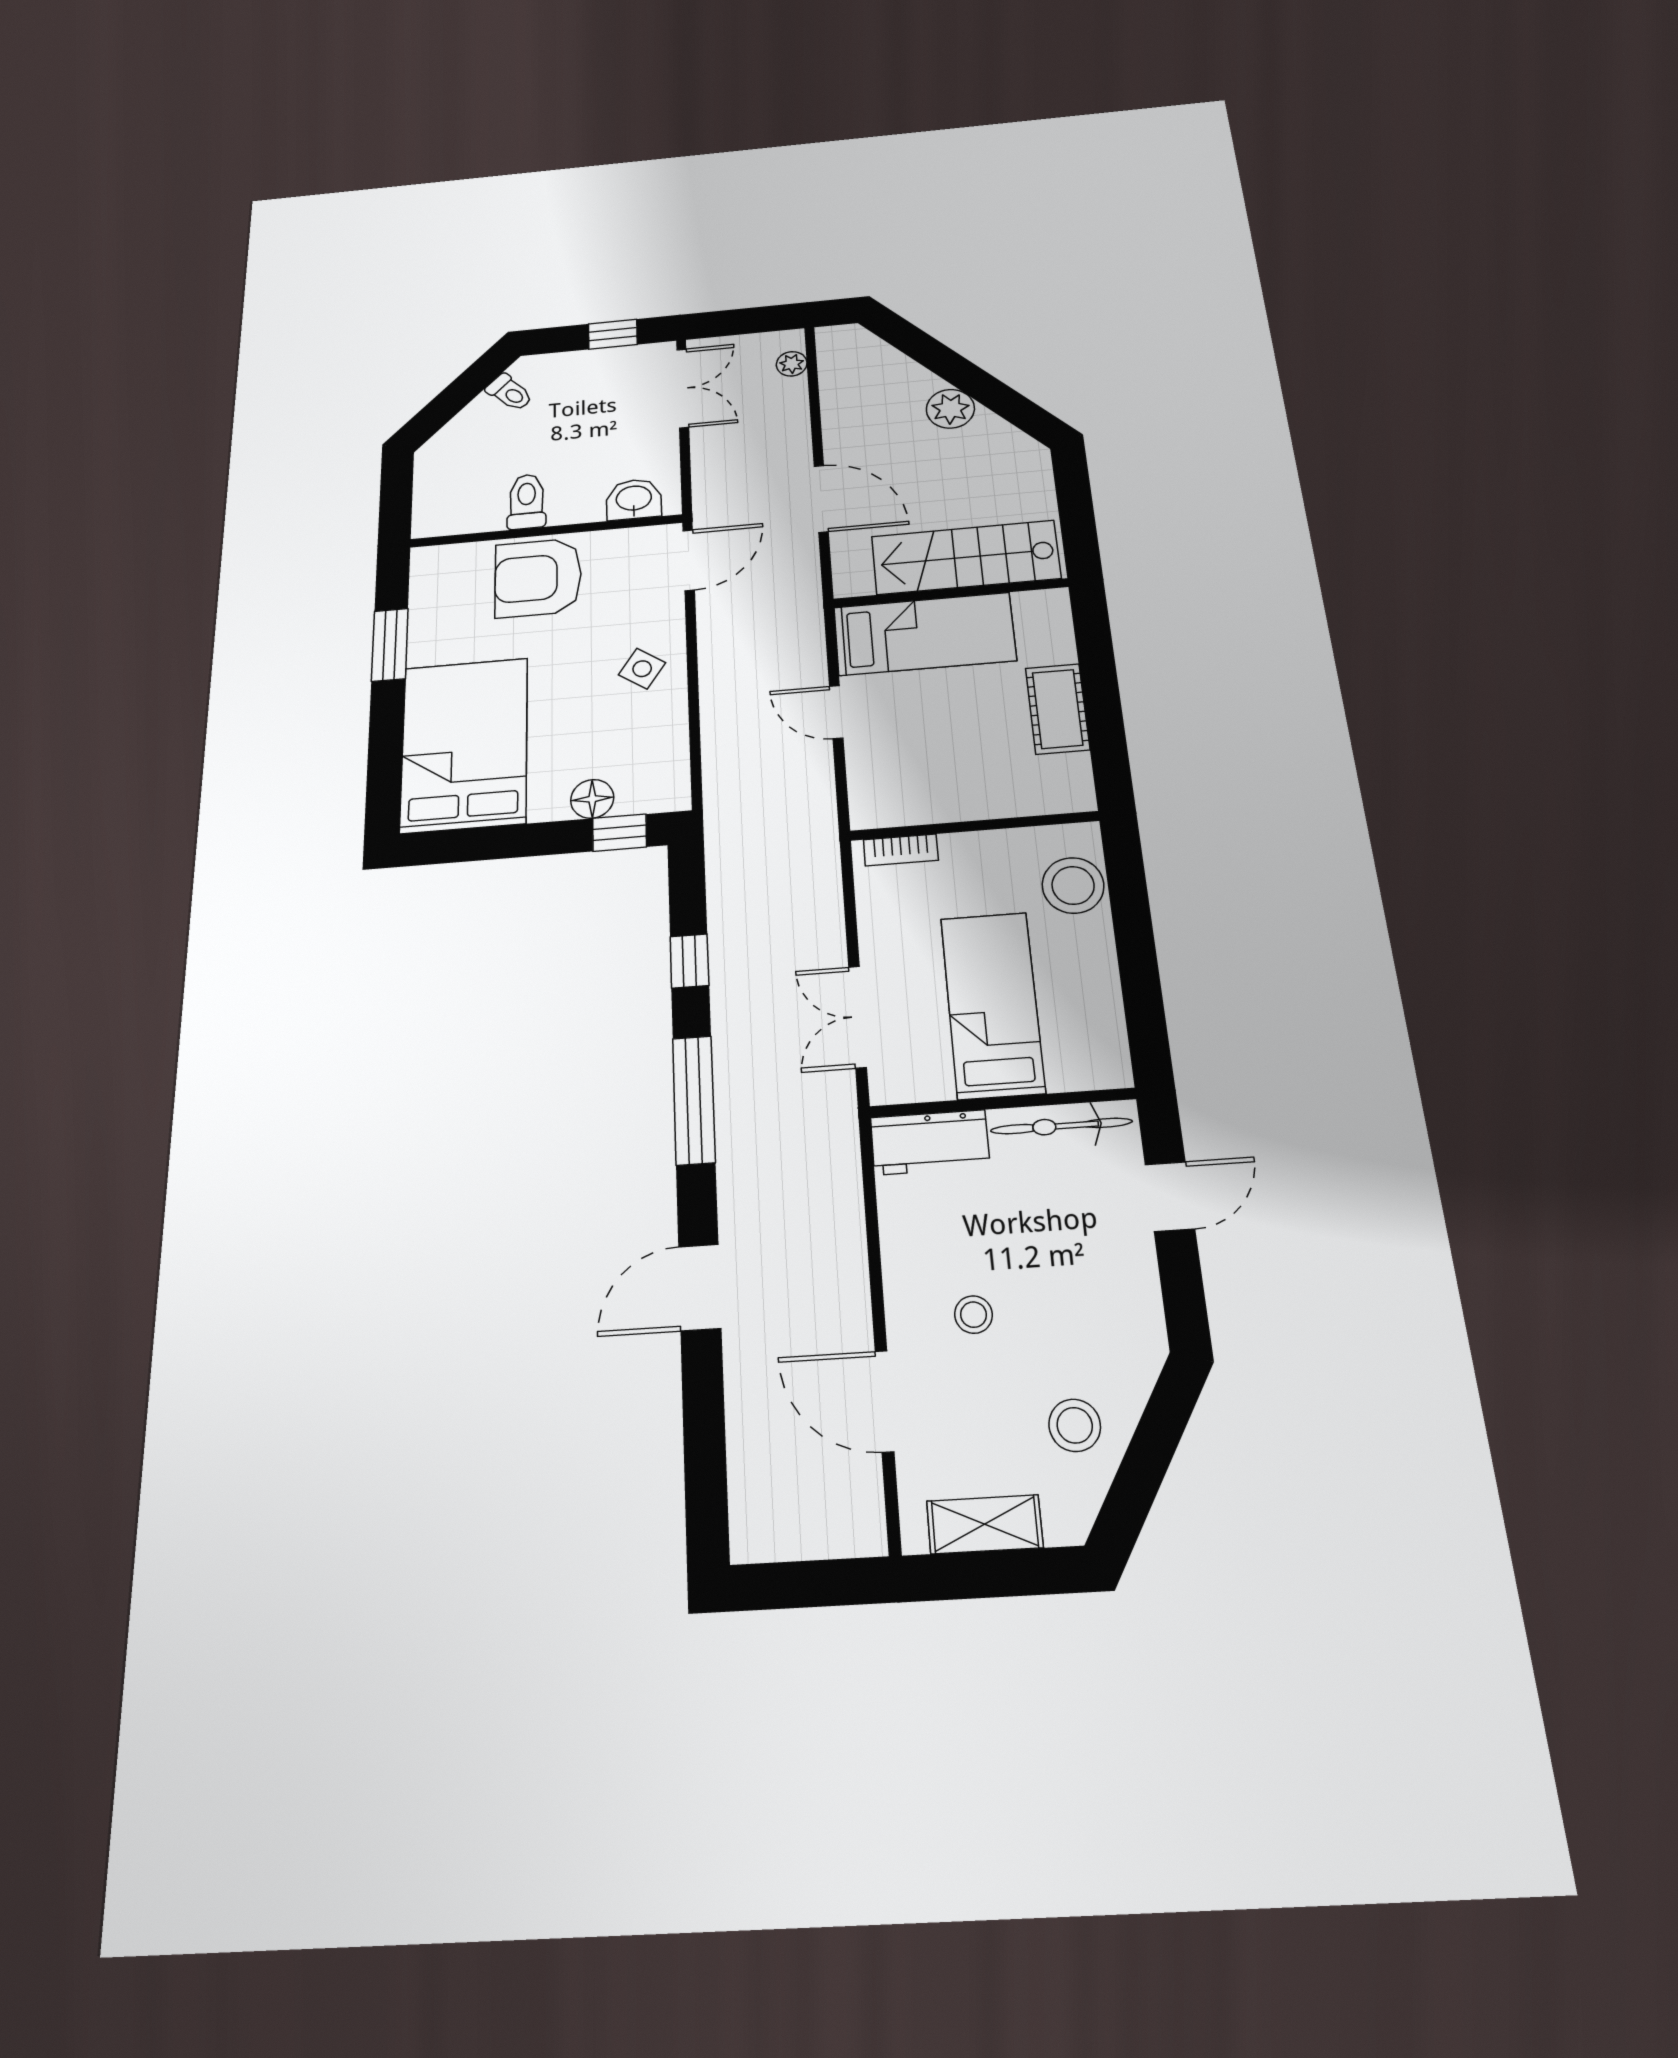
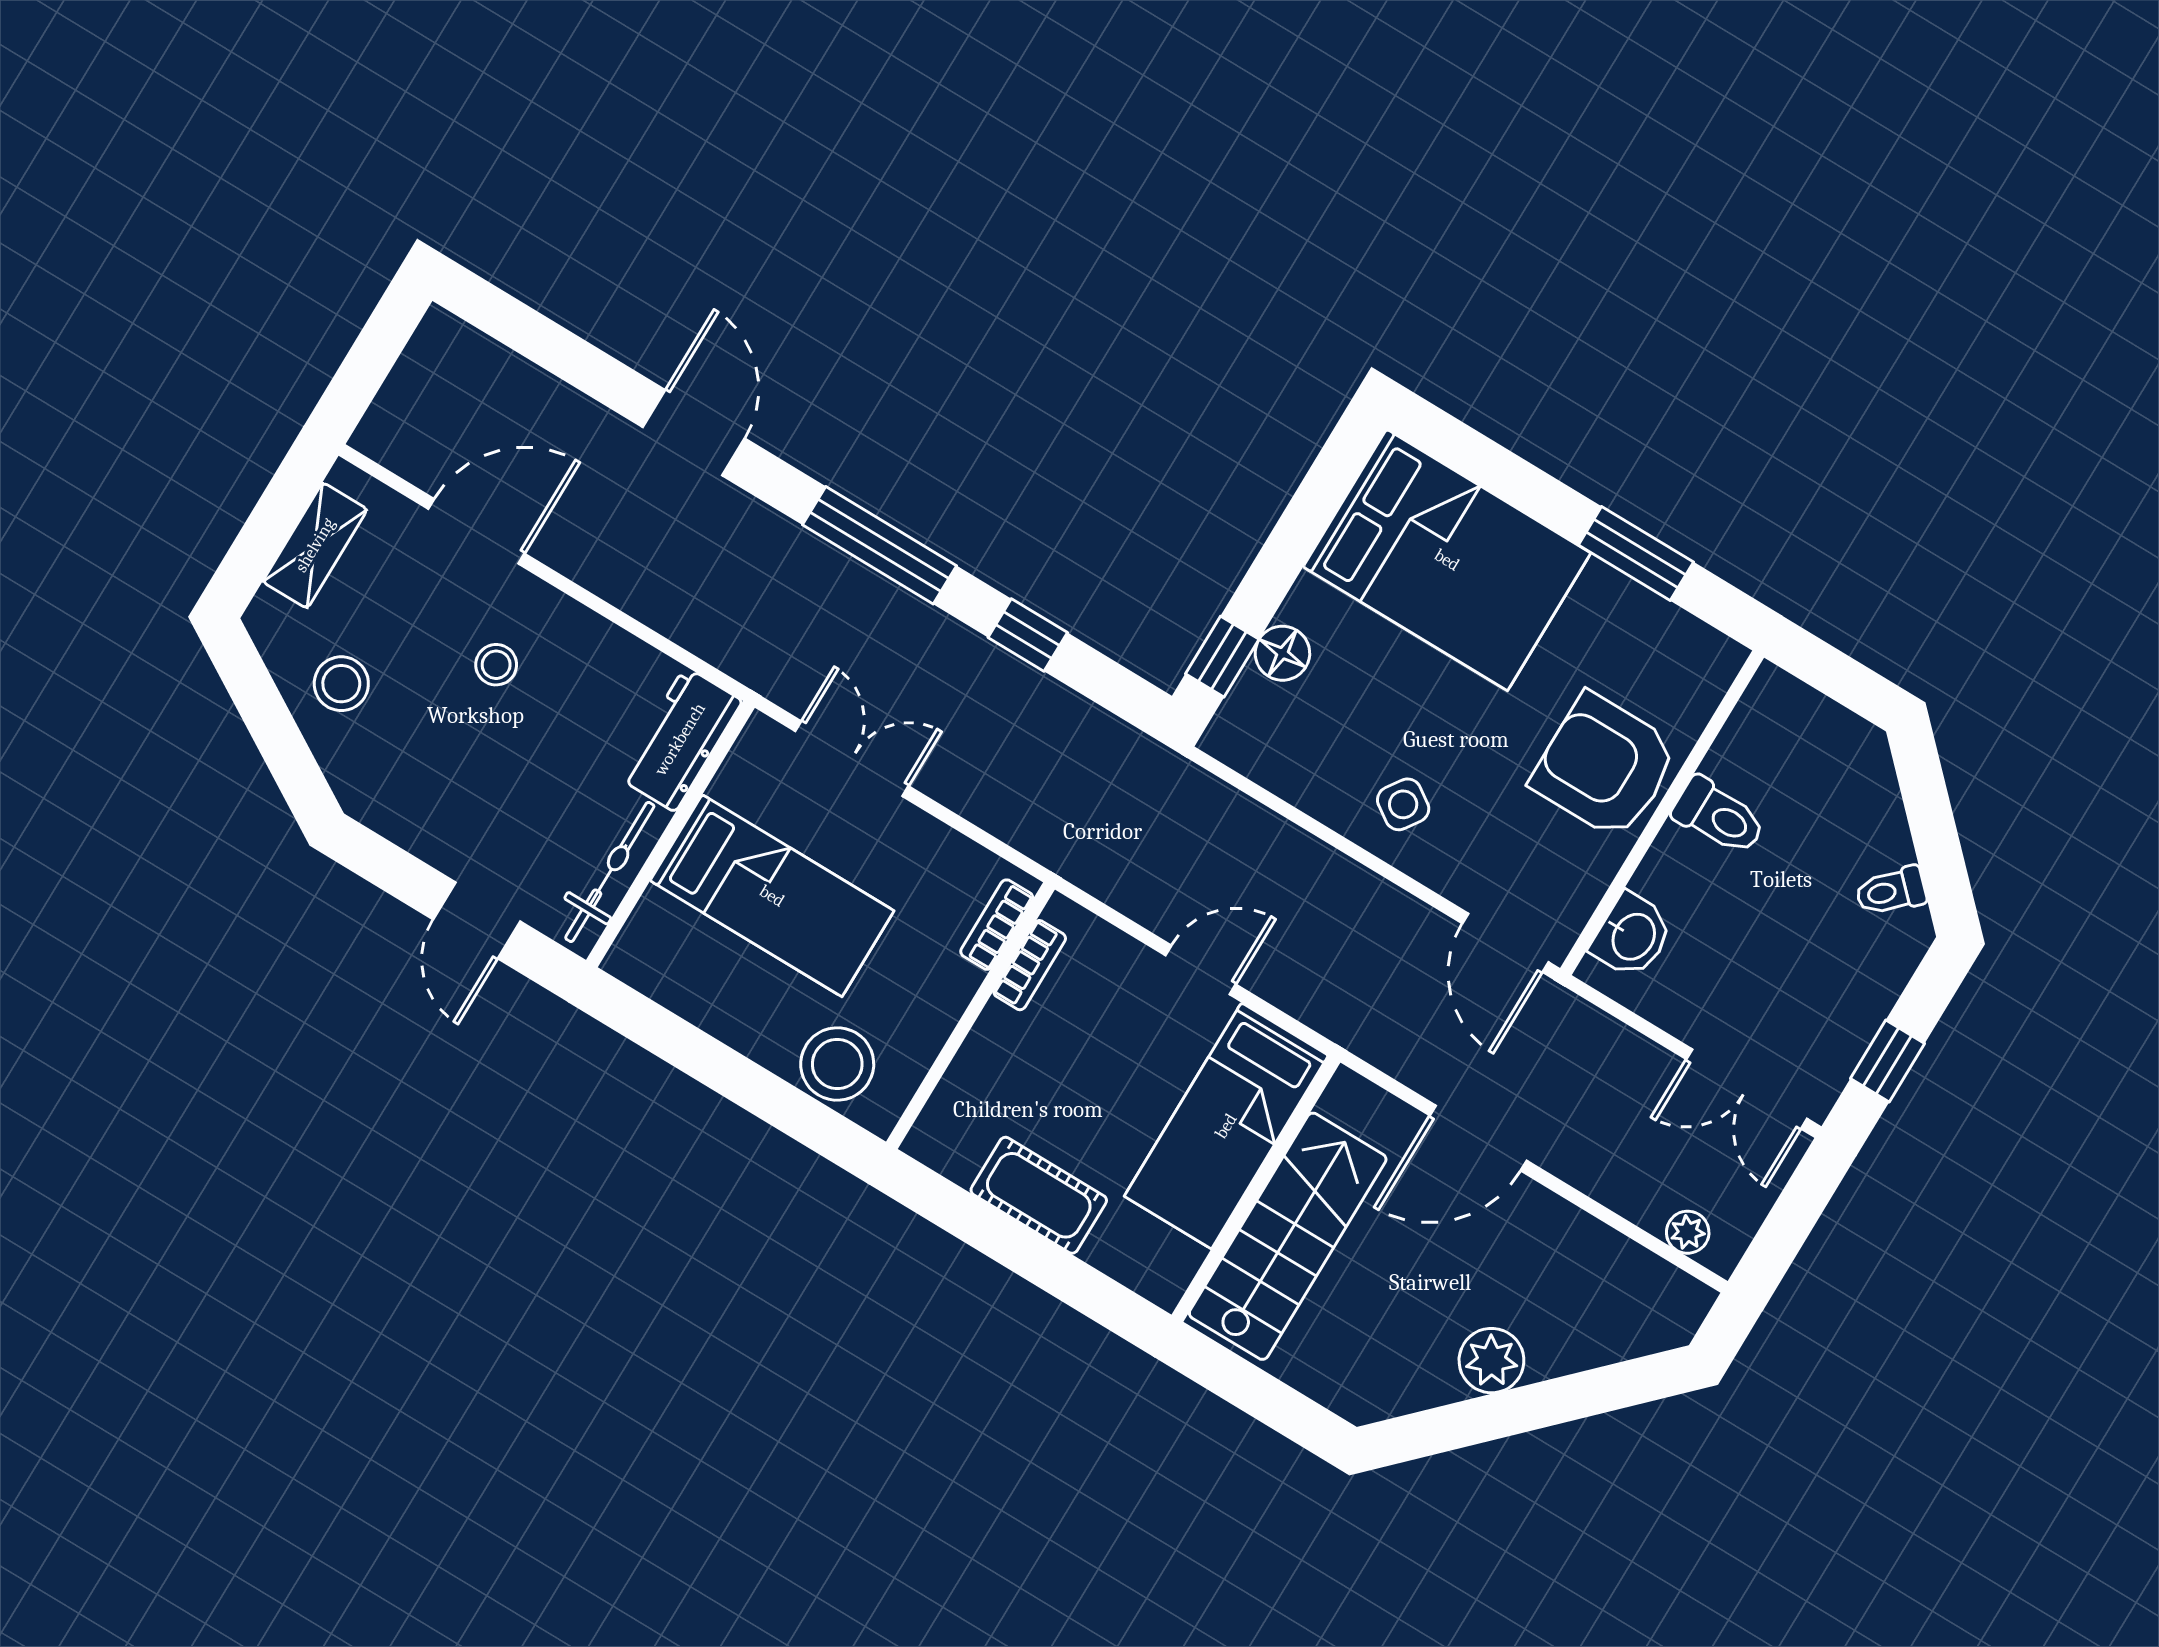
armchair: (538, 578) -> (1605, 766), turned -90
bookcase: (912, 813) -> (1030, 965), added

